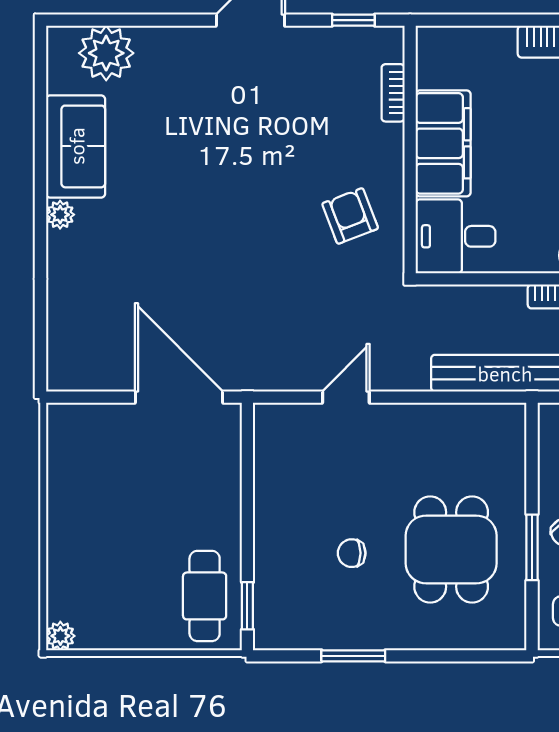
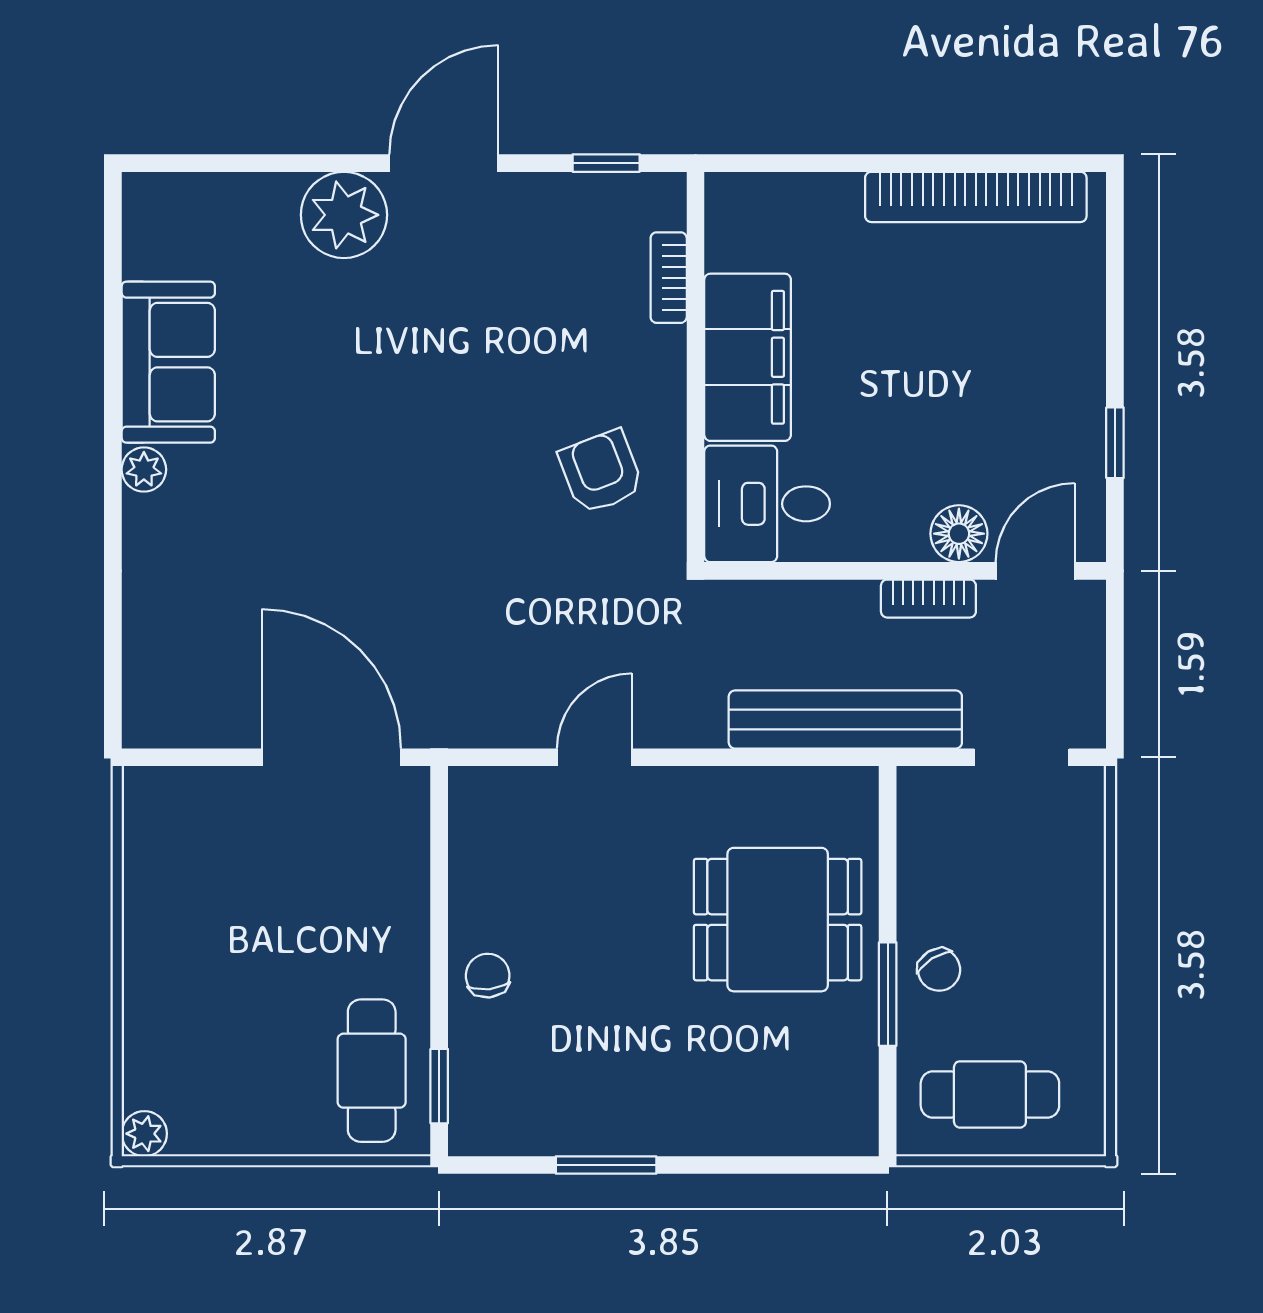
plant: (106, 53) -> (344, 215), moved
dining table: (451, 549) -> (778, 920), moved, turned 90
chair: (352, 553) -> (488, 976), moved, turned 84

